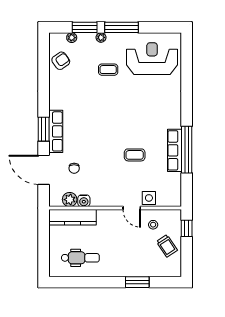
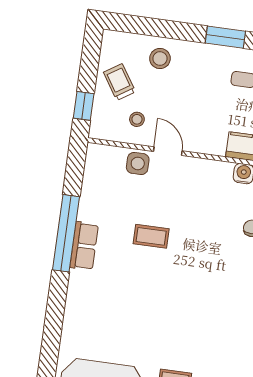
row of seats: (174, 150) -> (84, 246), width x0.68
stool: (144, 264) -> (160, 58), added
window: (137, 282) -> (225, 37), moved

